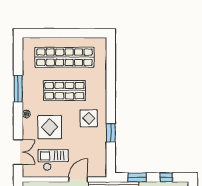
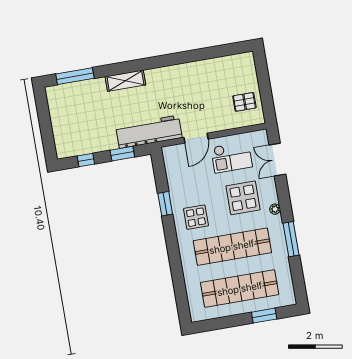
window: (49, 33) -> (264, 316), added
shop shelf: (64, 91) -> (232, 247), width x1.40

